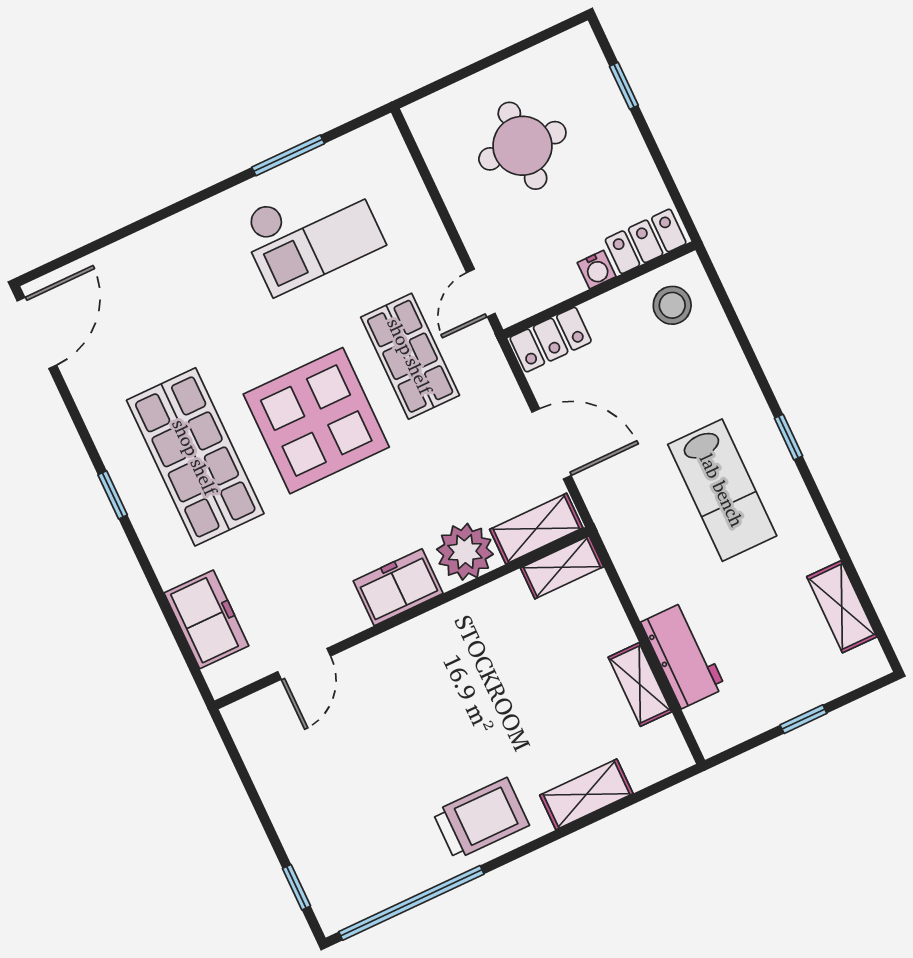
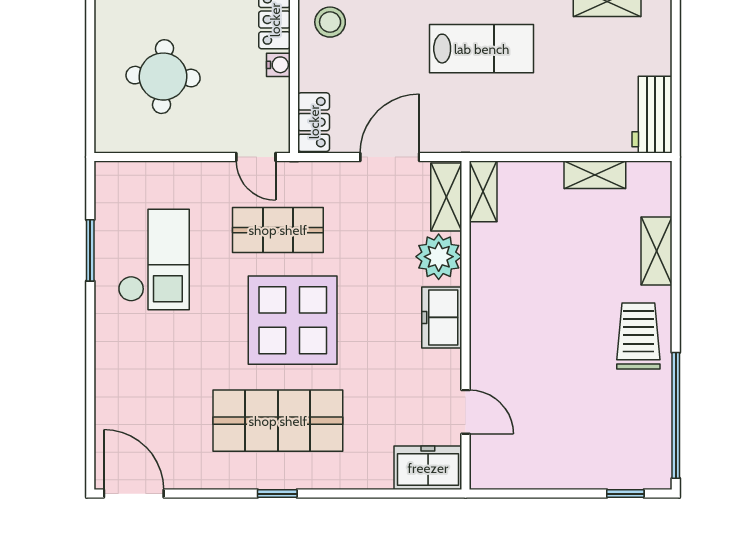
freezer: (206, 619) -> (428, 468), moved
workbench: (683, 655) -> (652, 115), moved, turned -90
window: (803, 719) -> (676, 68), removed

